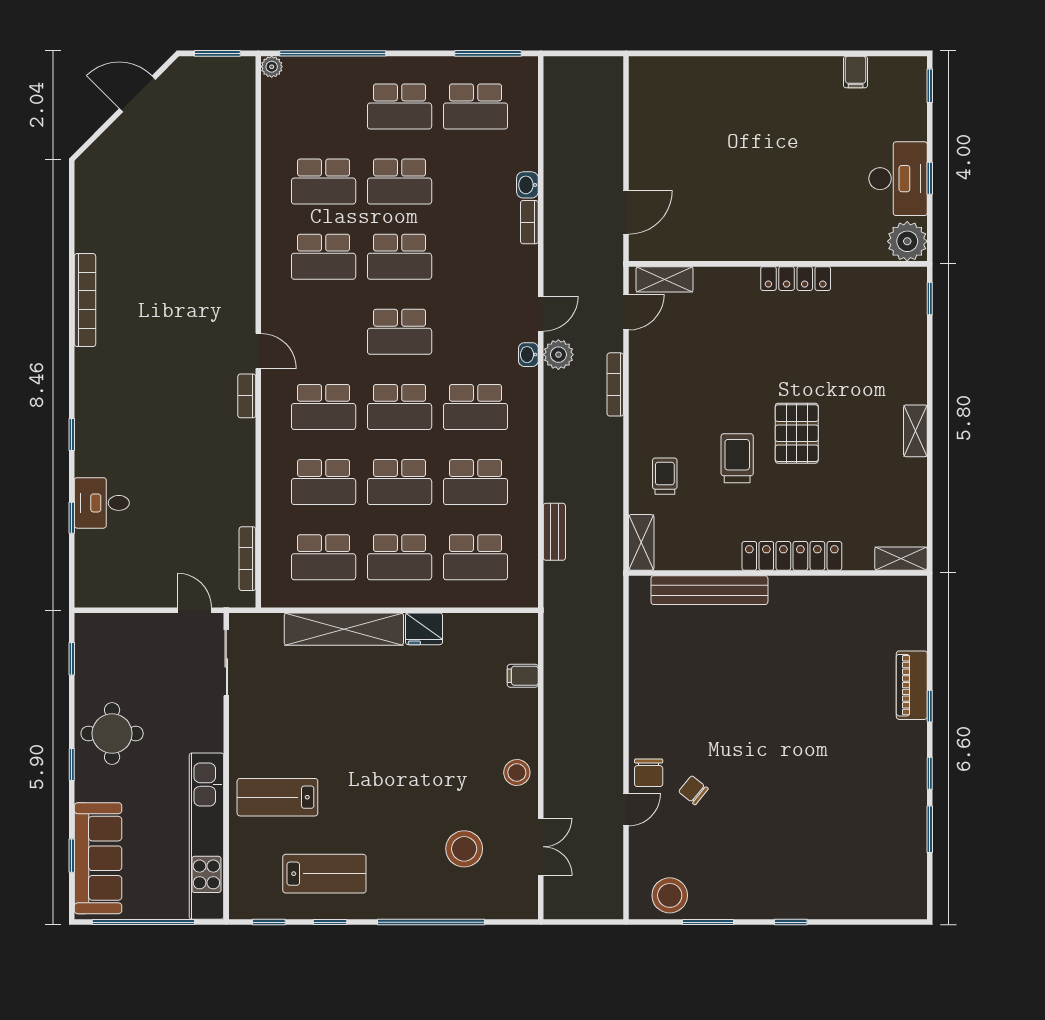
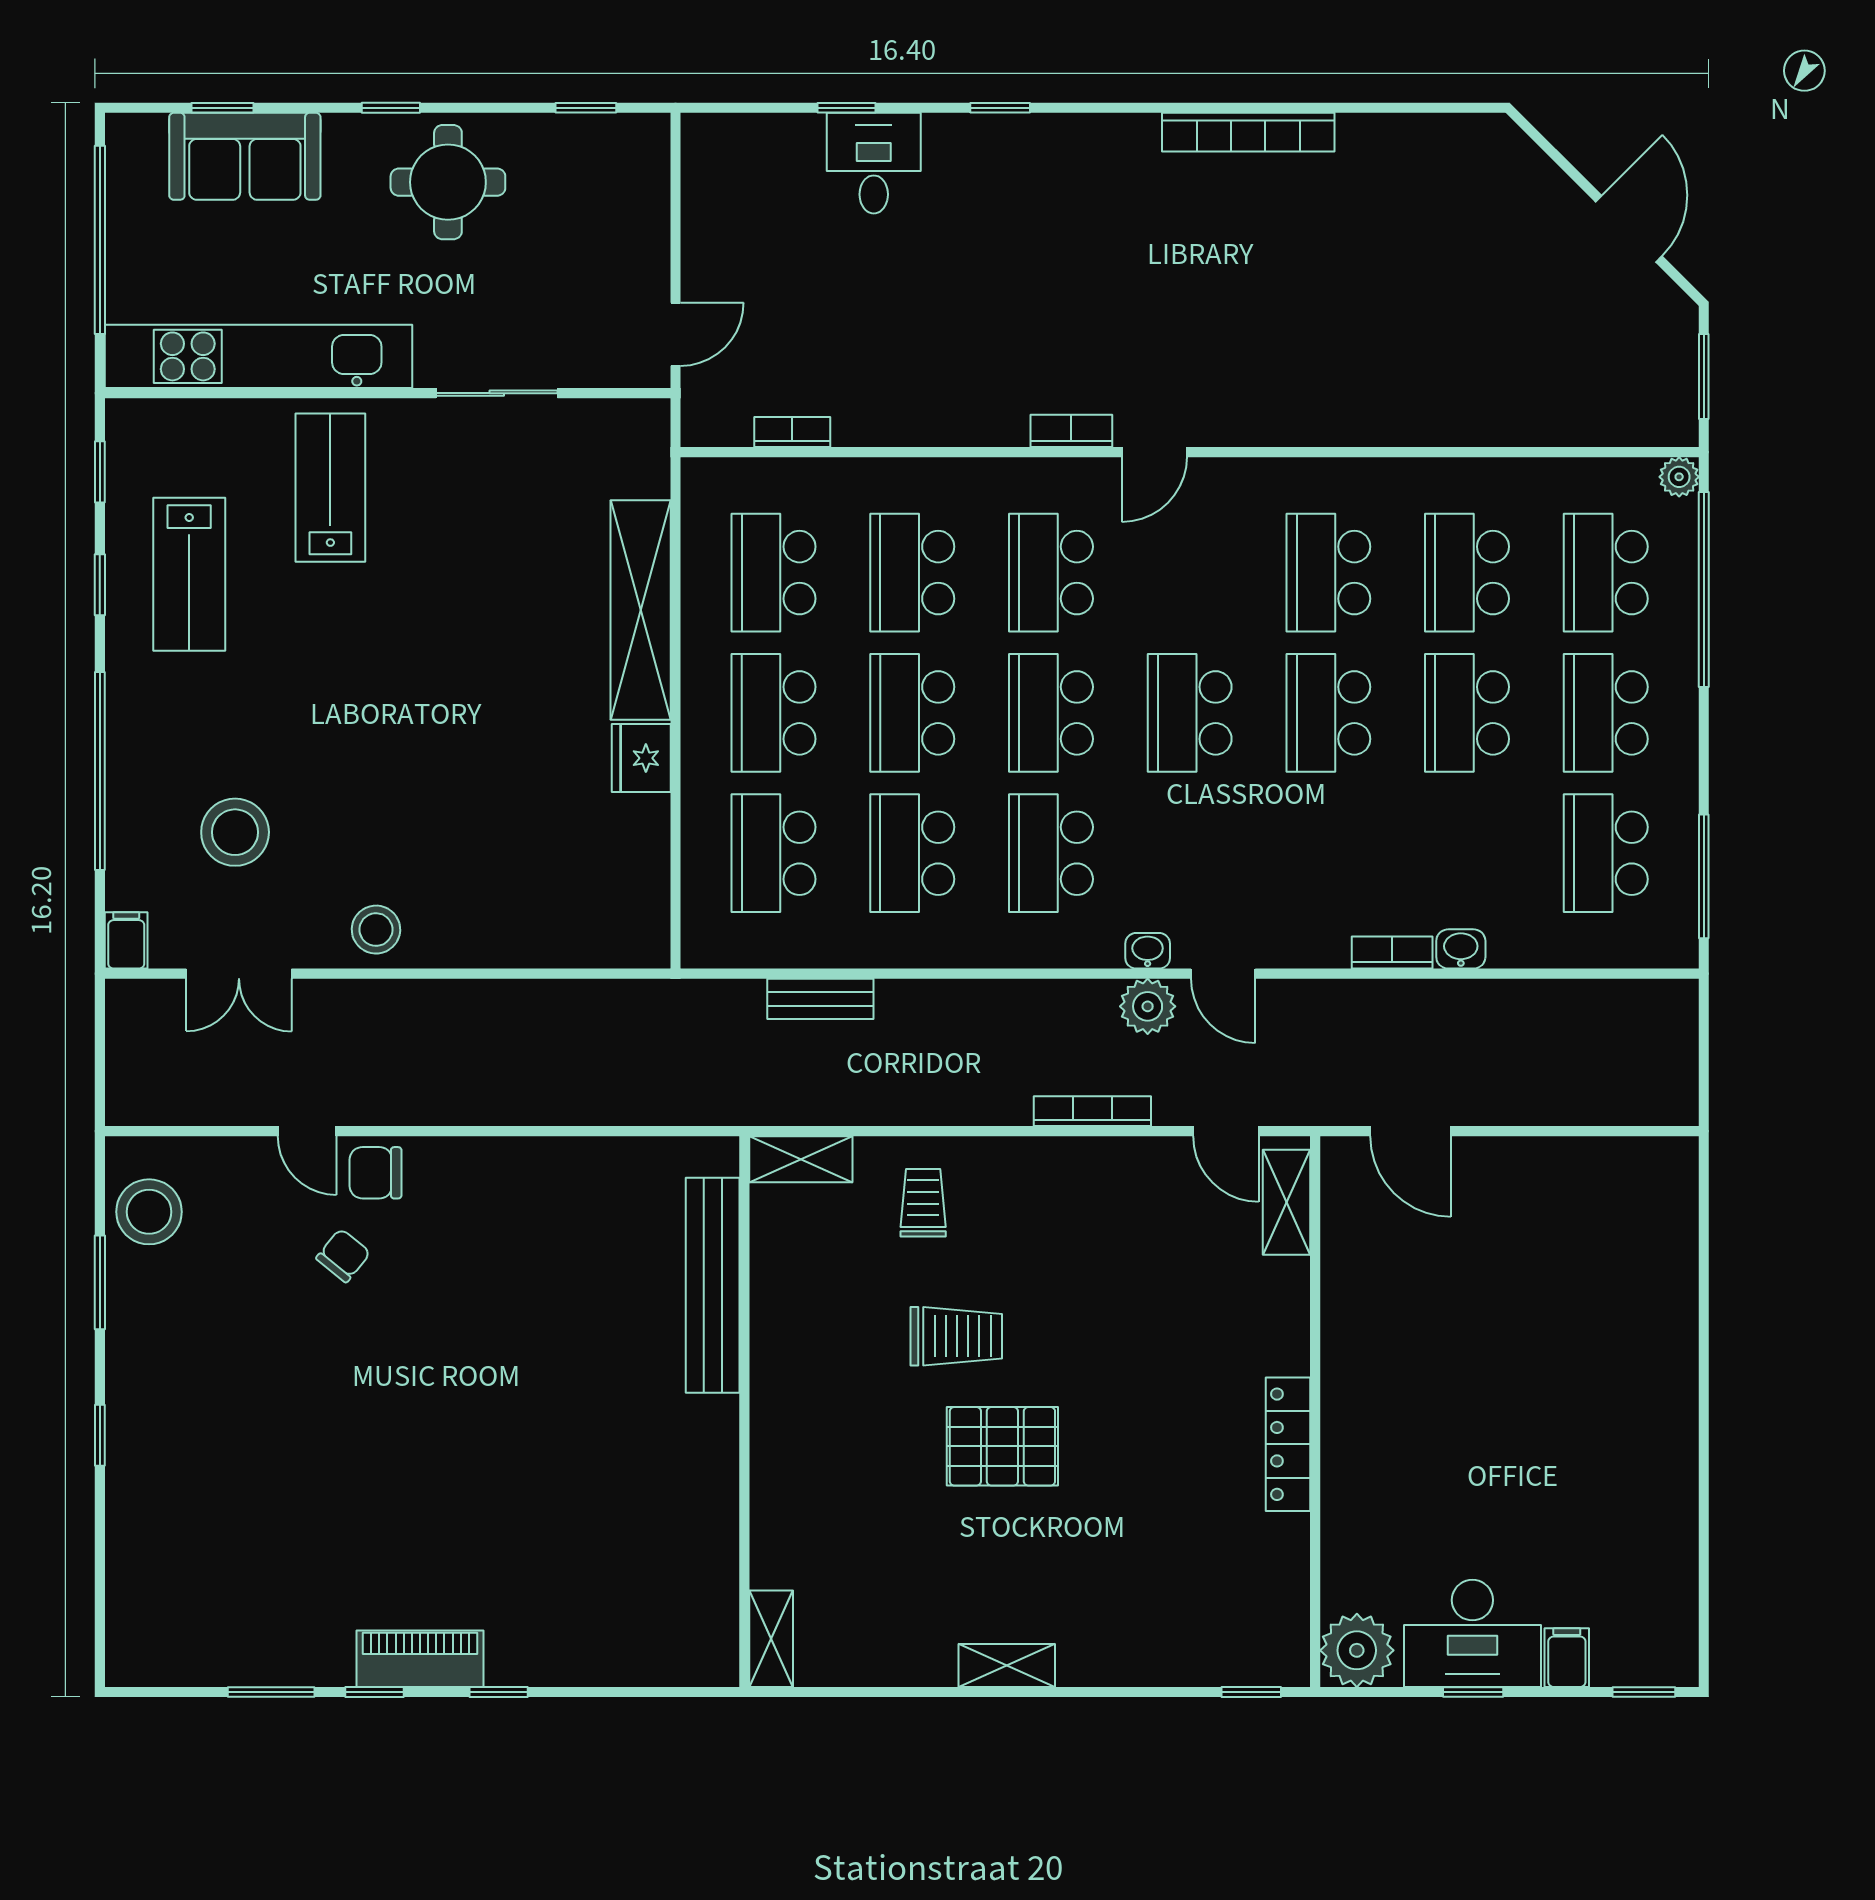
filing cabinet: (856, 72) -> (1567, 1658), moved, turned 90
school desk: (324, 106) -> (1606, 573), added
trolley: (665, 476) -> (923, 1203), turned -90
locker: (792, 556) -> (776, 1437), removed
bookcase: (247, 559) -> (792, 432), width x0.64
sliding door: (226, 663) -> (497, 393), moved
filing cabinet: (523, 676) -> (126, 940), moved
piano: (912, 685) -> (420, 1659), moved
sofa: (98, 858) -> (245, 156), width x0.73

